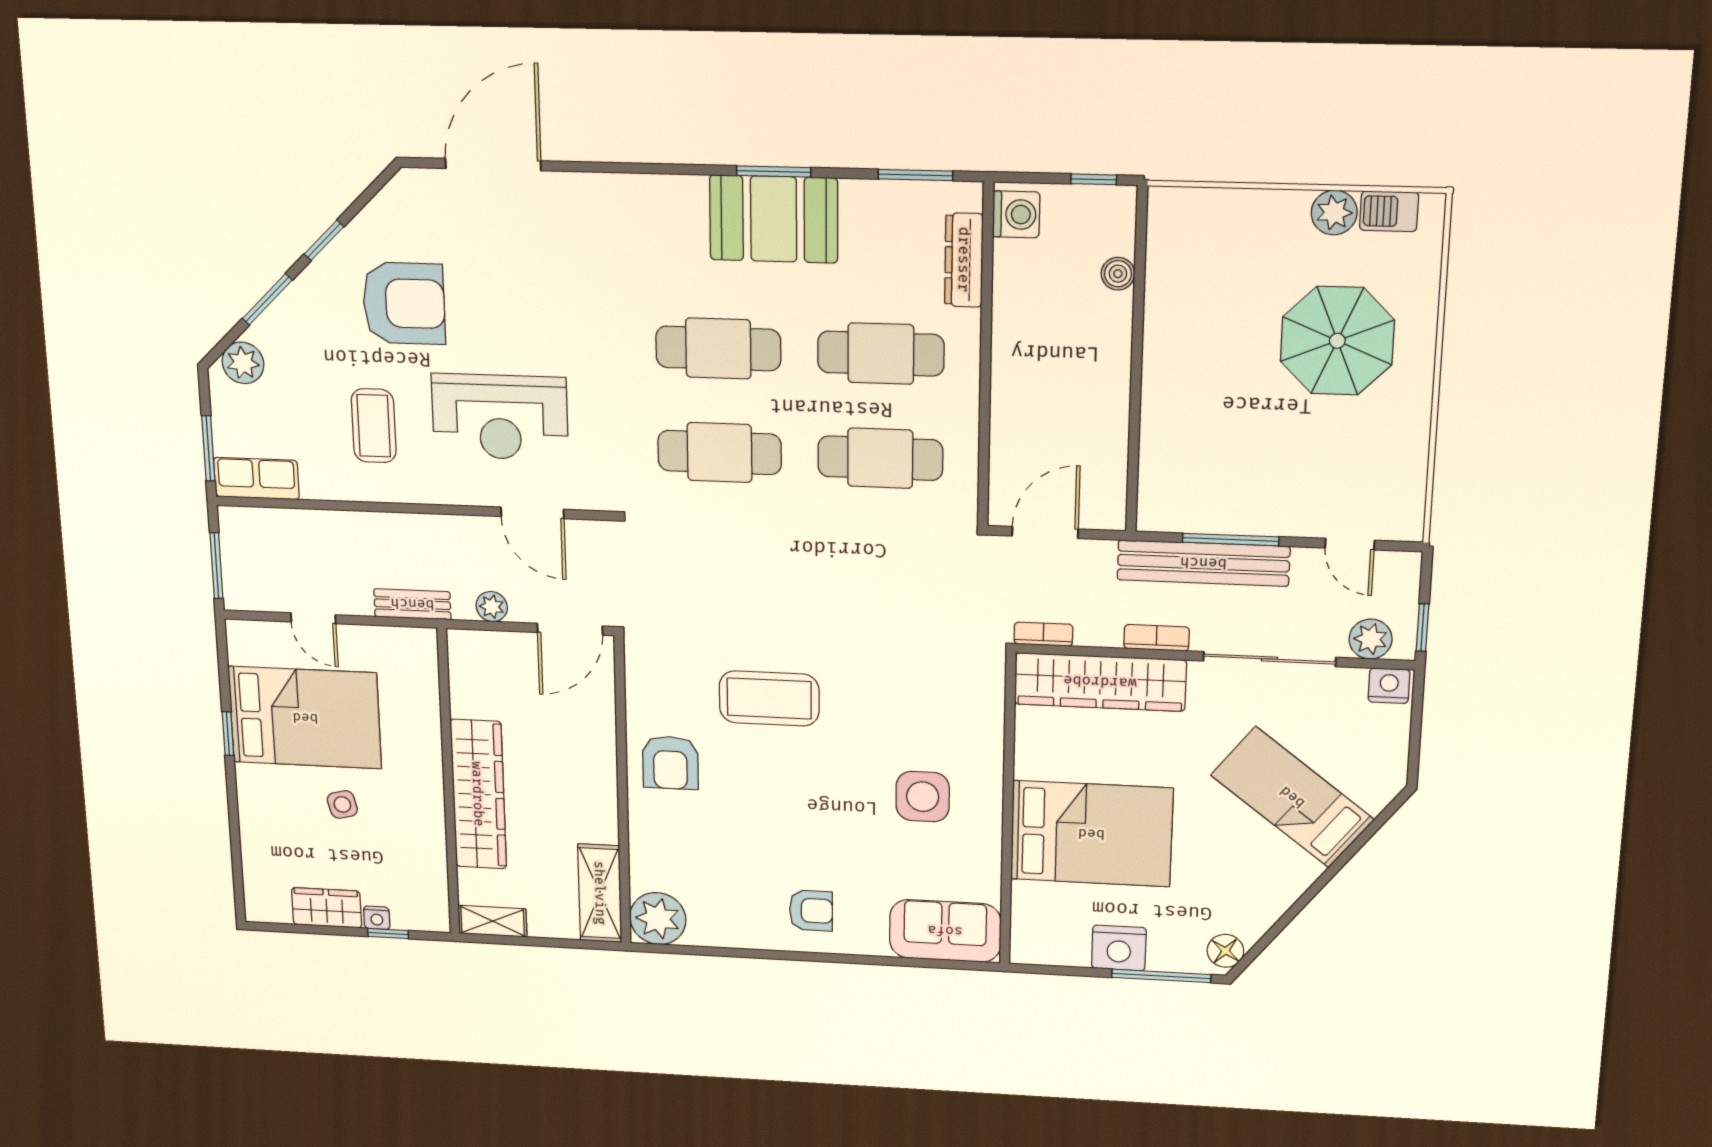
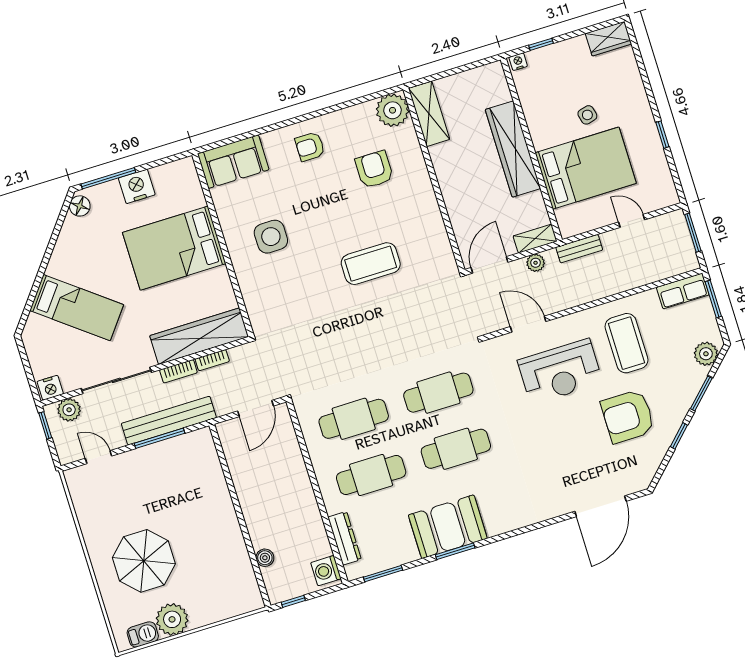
plant: (1334, 213) -> (172, 619), width x1.36, depth x1.36
reception desk: (500, 417) -> (560, 372), turned 180
coffee table: (374, 426) -> (627, 343), width x1.36, depth x1.32
bookcase: (1043, 634) -> (212, 360), moved
bed: (305, 718) -> (586, 168), moved, turned 180
armchair: (670, 763) -> (374, 170), moved
wardrobe: (327, 908) -> (608, 39), moved
nightstand: (377, 918) -> (518, 62), moved
shelving: (493, 921) -> (535, 239), moved

